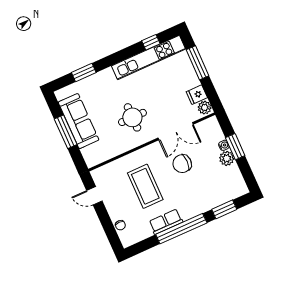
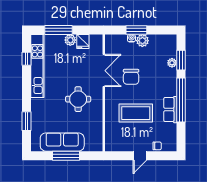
plant: (205, 108) -> (70, 40), moved
door: (94, 196) -> (140, 156), moved
plant: (217, 201) -> (172, 63), added

